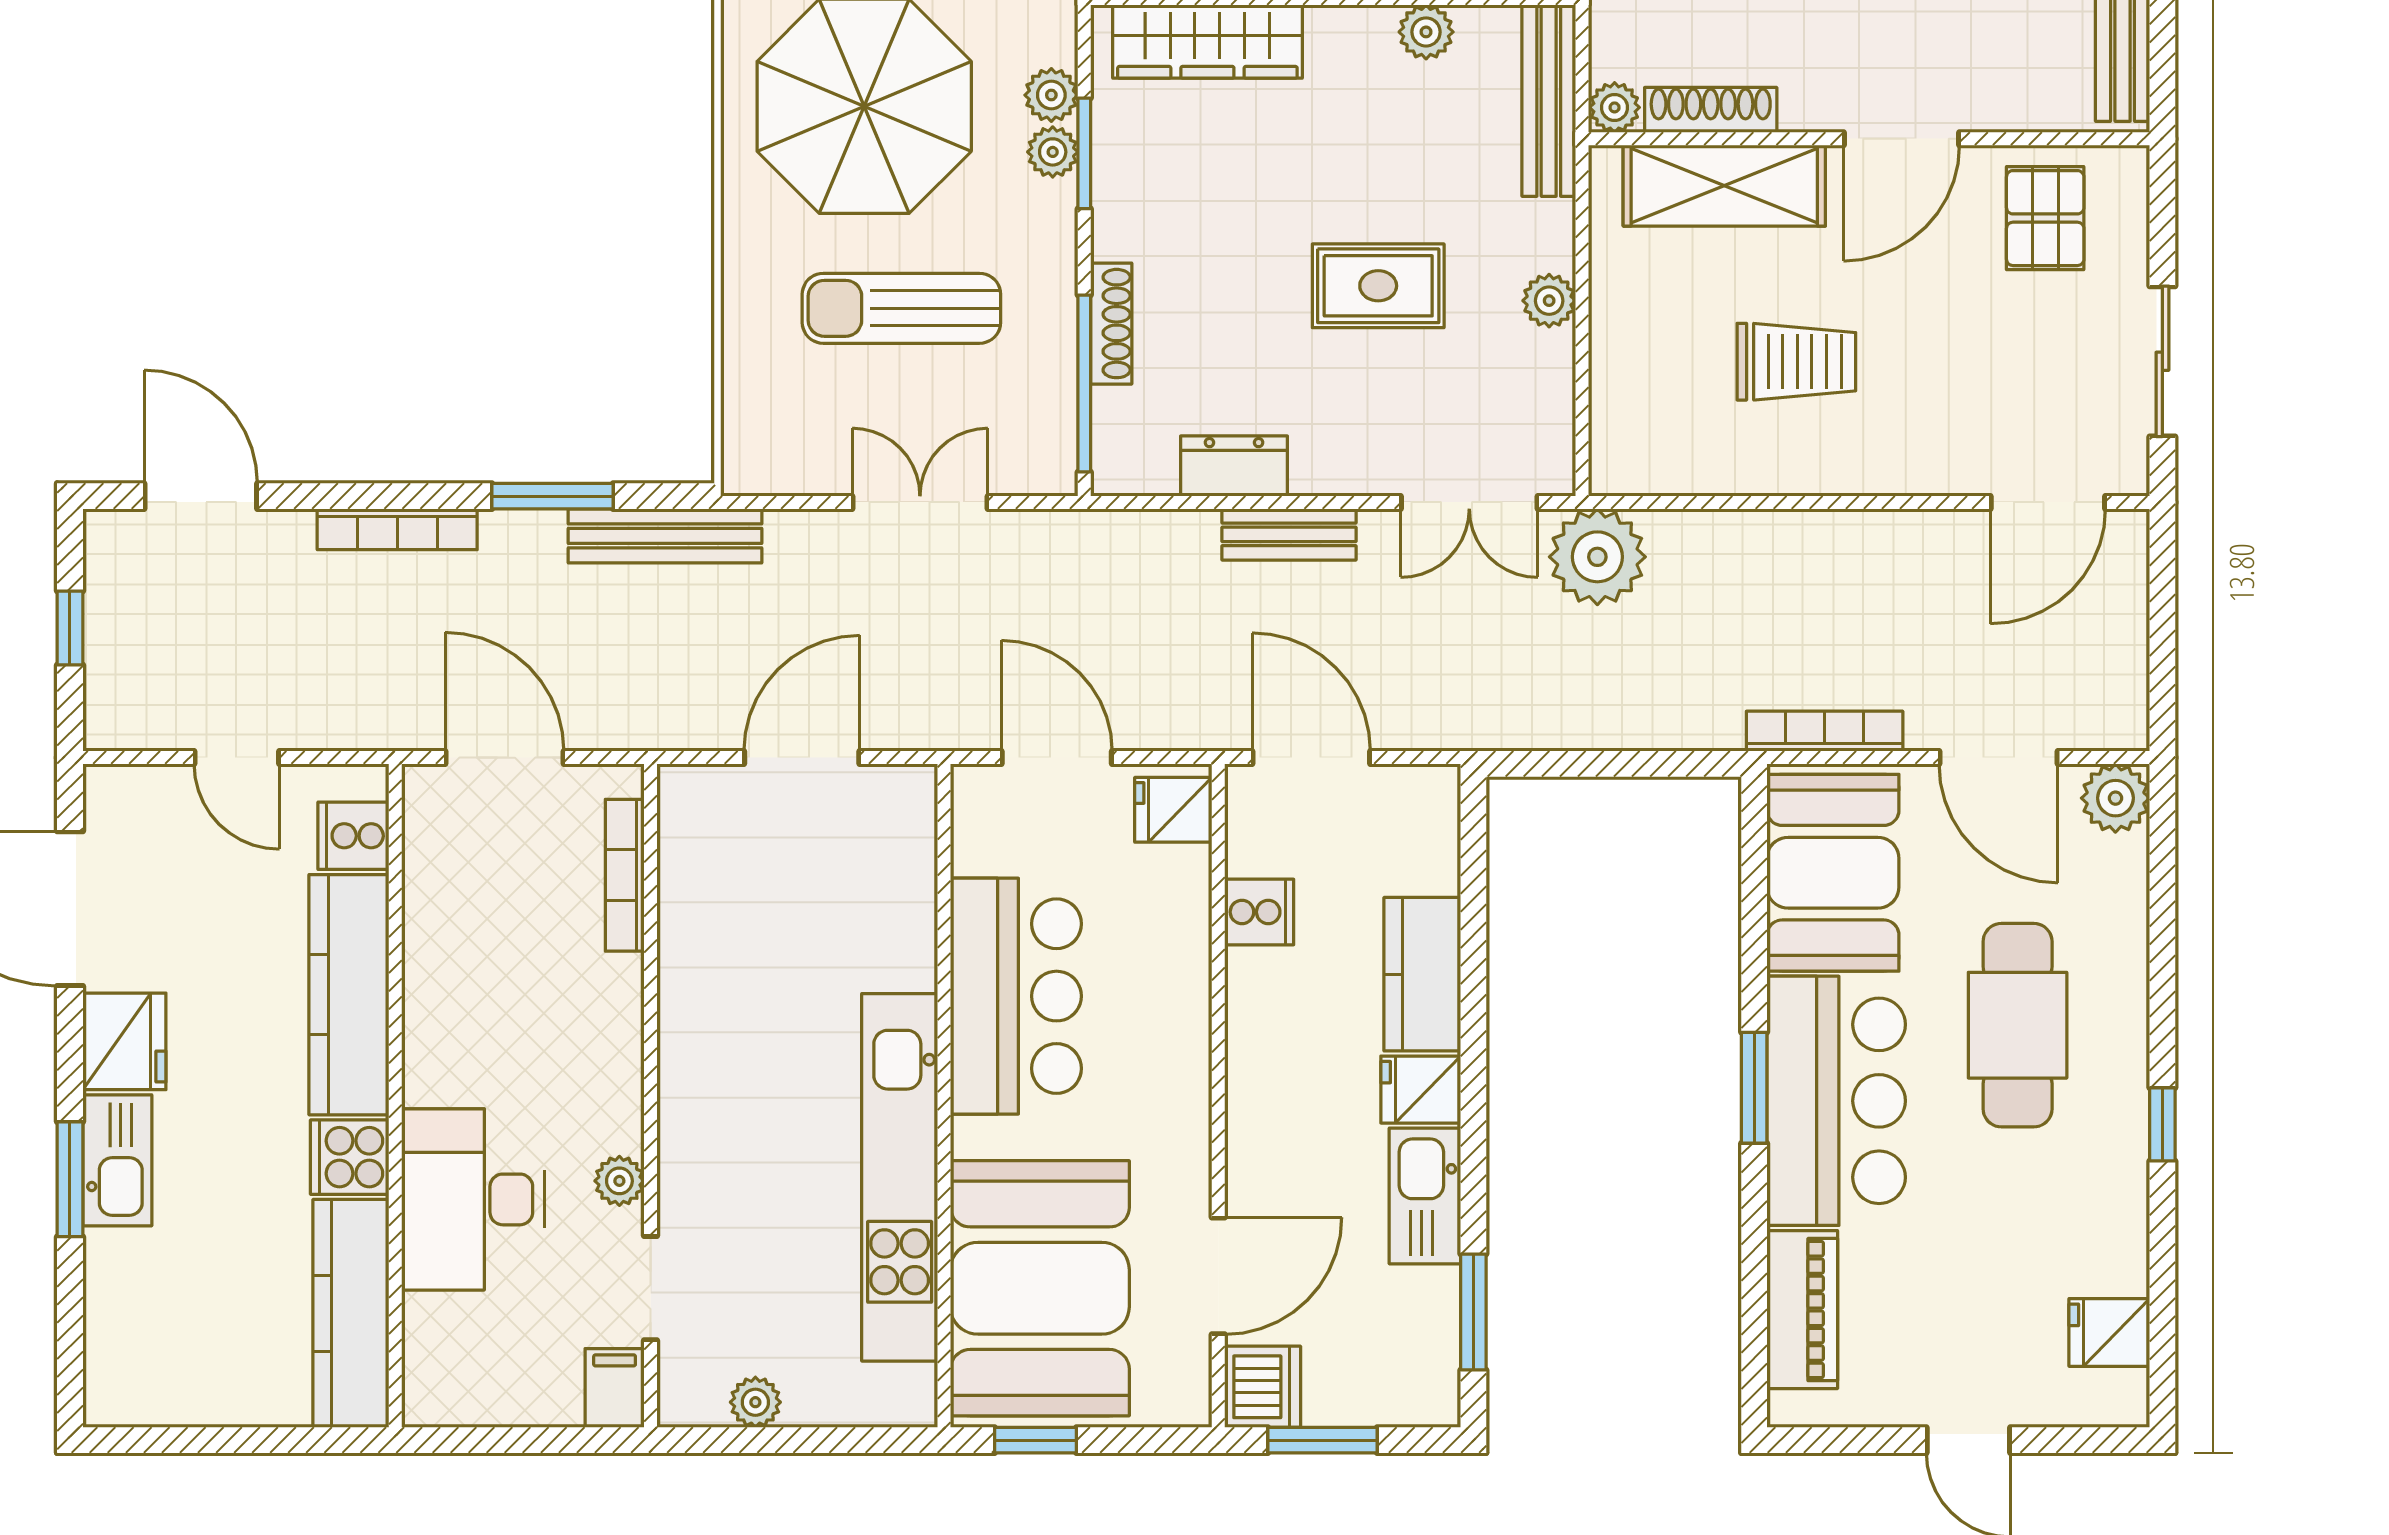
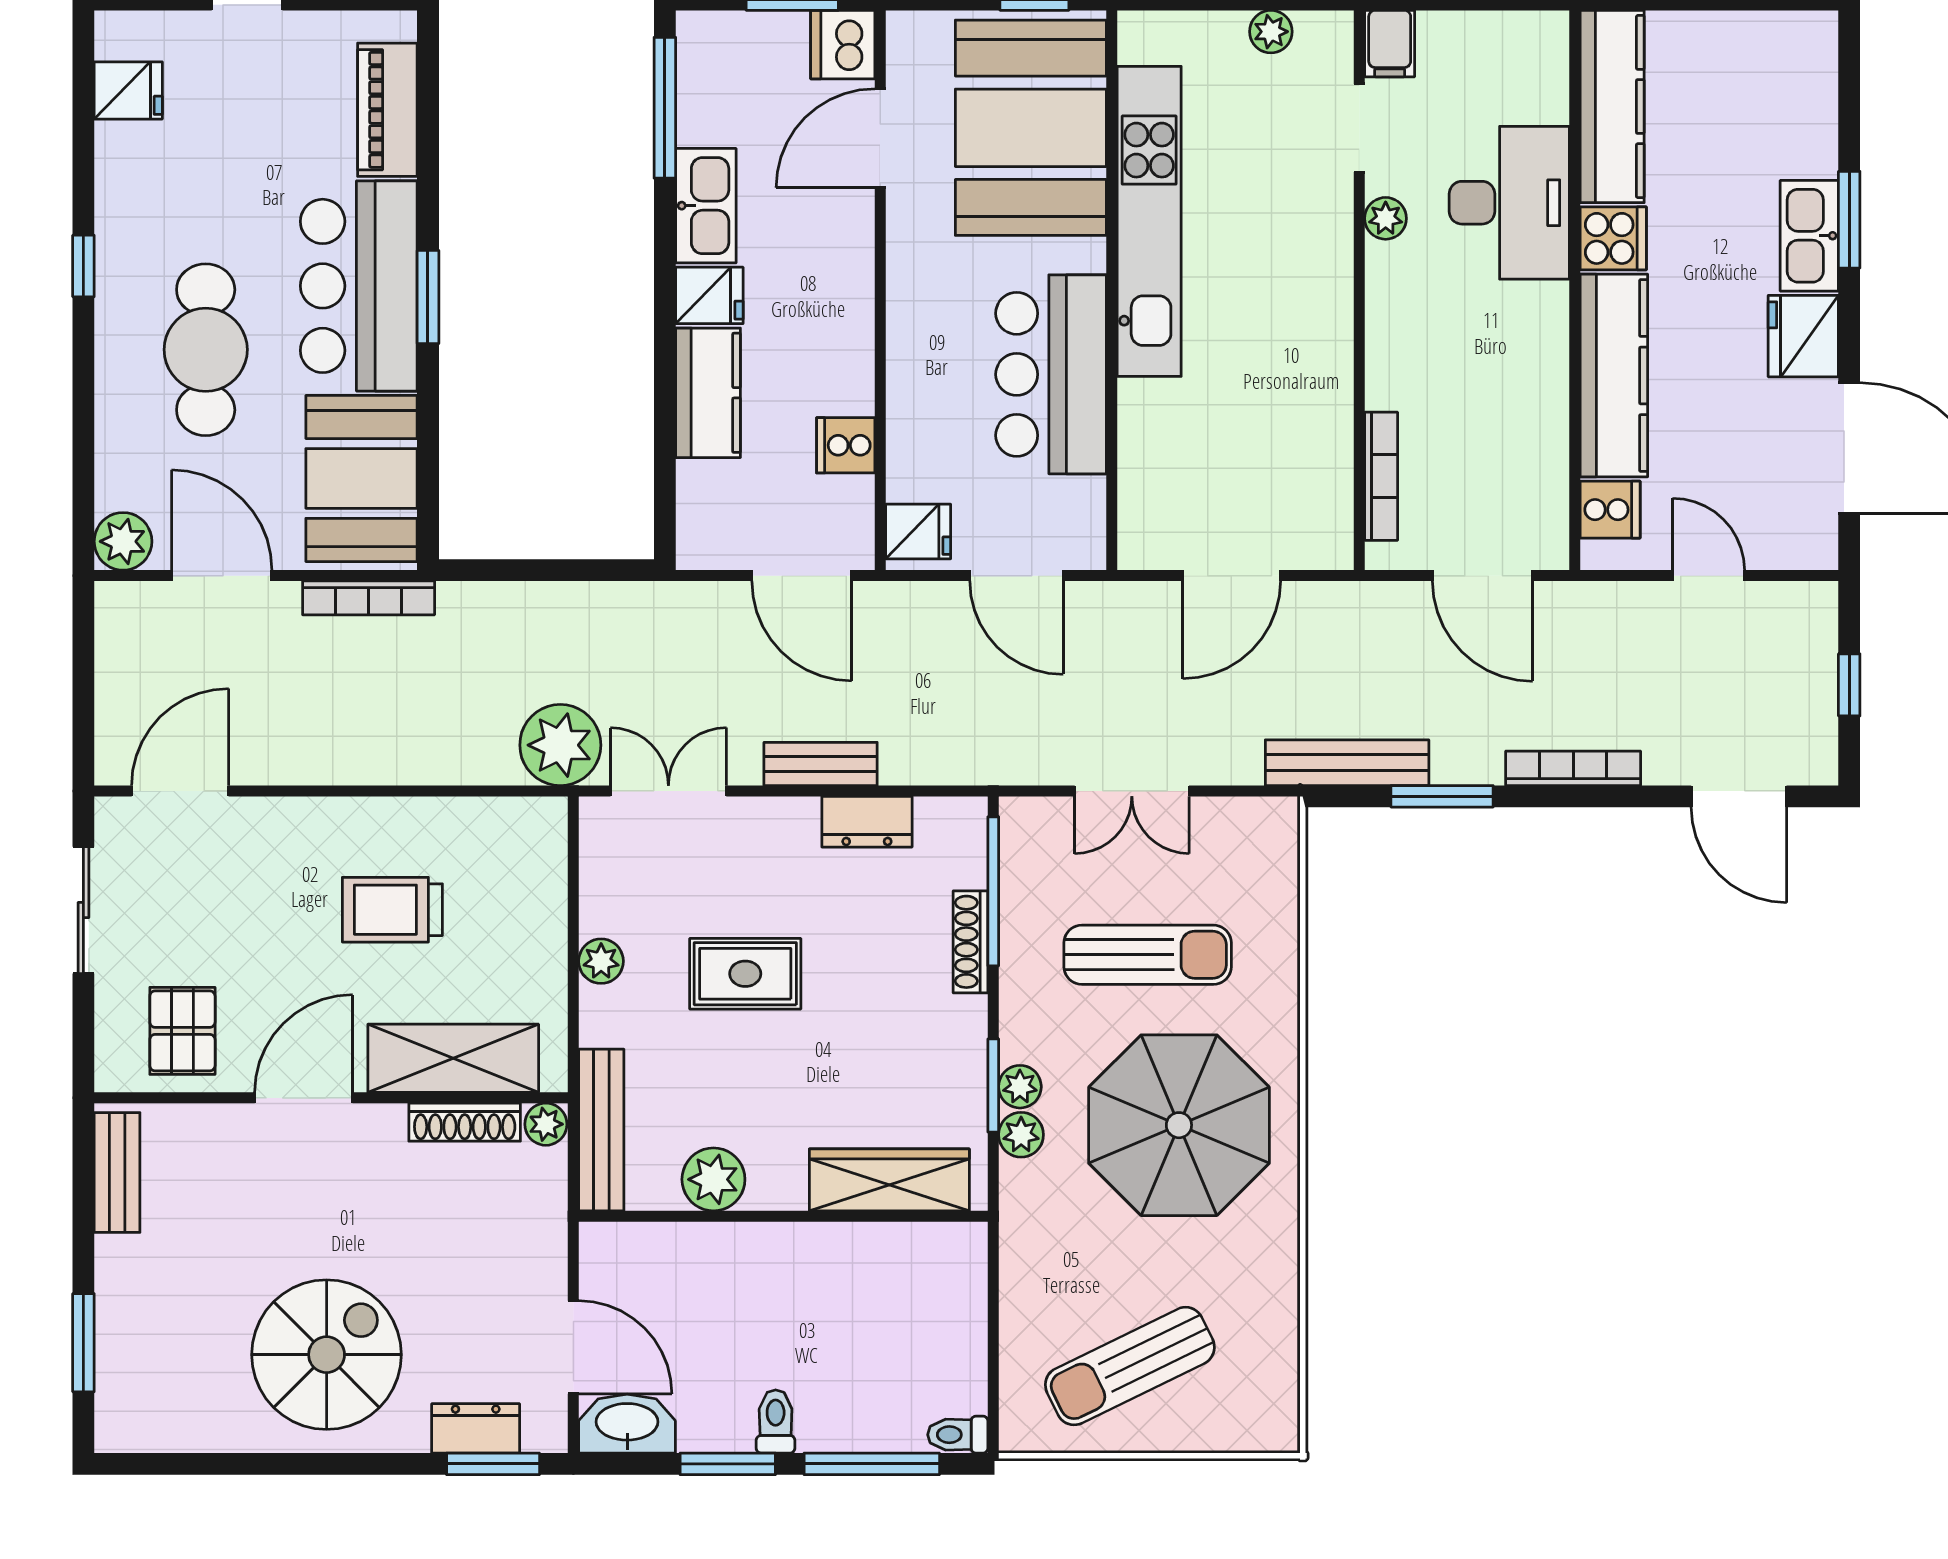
plant: (1426, 32) -> (713, 1179), width x1.38, depth x1.38
window: (1473, 1312) -> (665, 108), width x1.44

